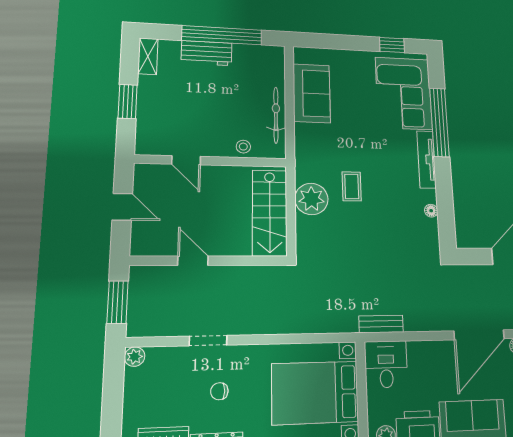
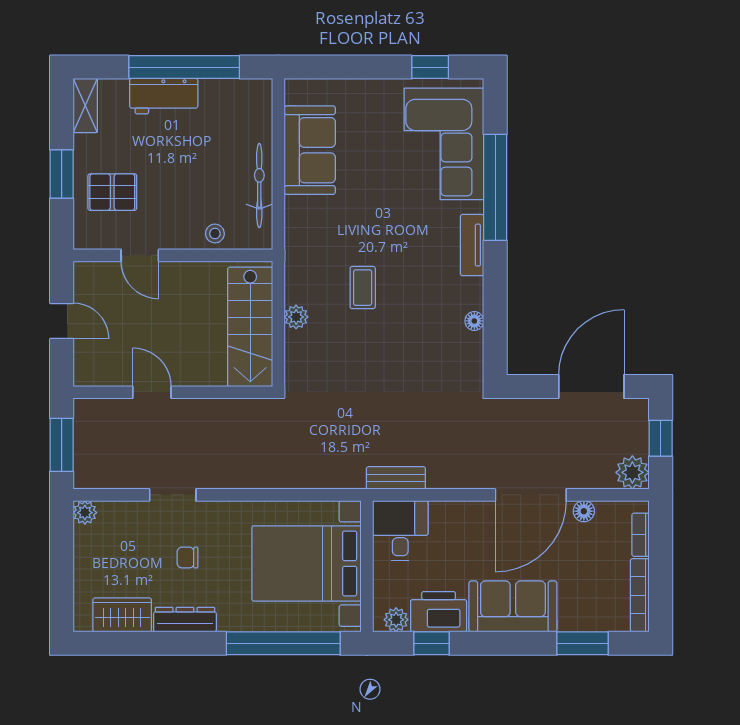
pallet: (166, 116) -> (112, 192), added
tv unit: (426, 159) -> (472, 245), width x0.71
plant: (311, 199) -> (296, 317), width x0.53, depth x0.53

